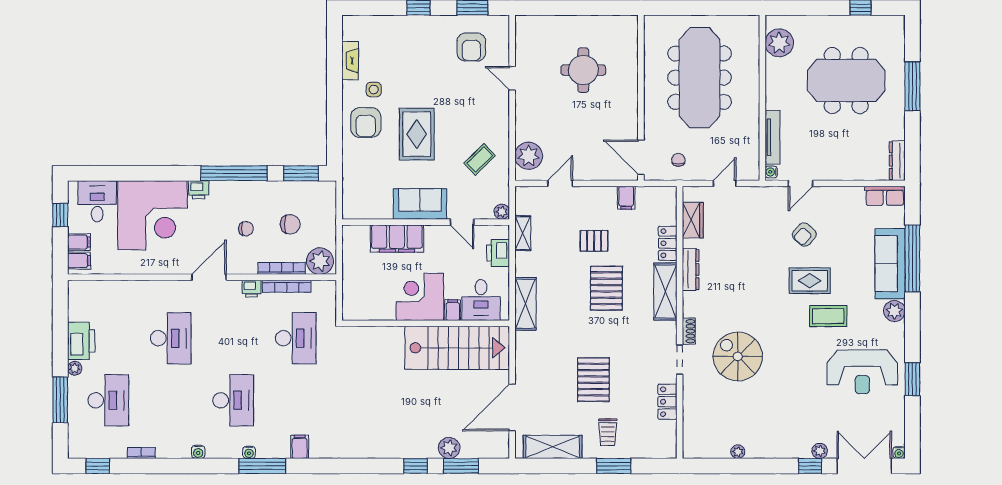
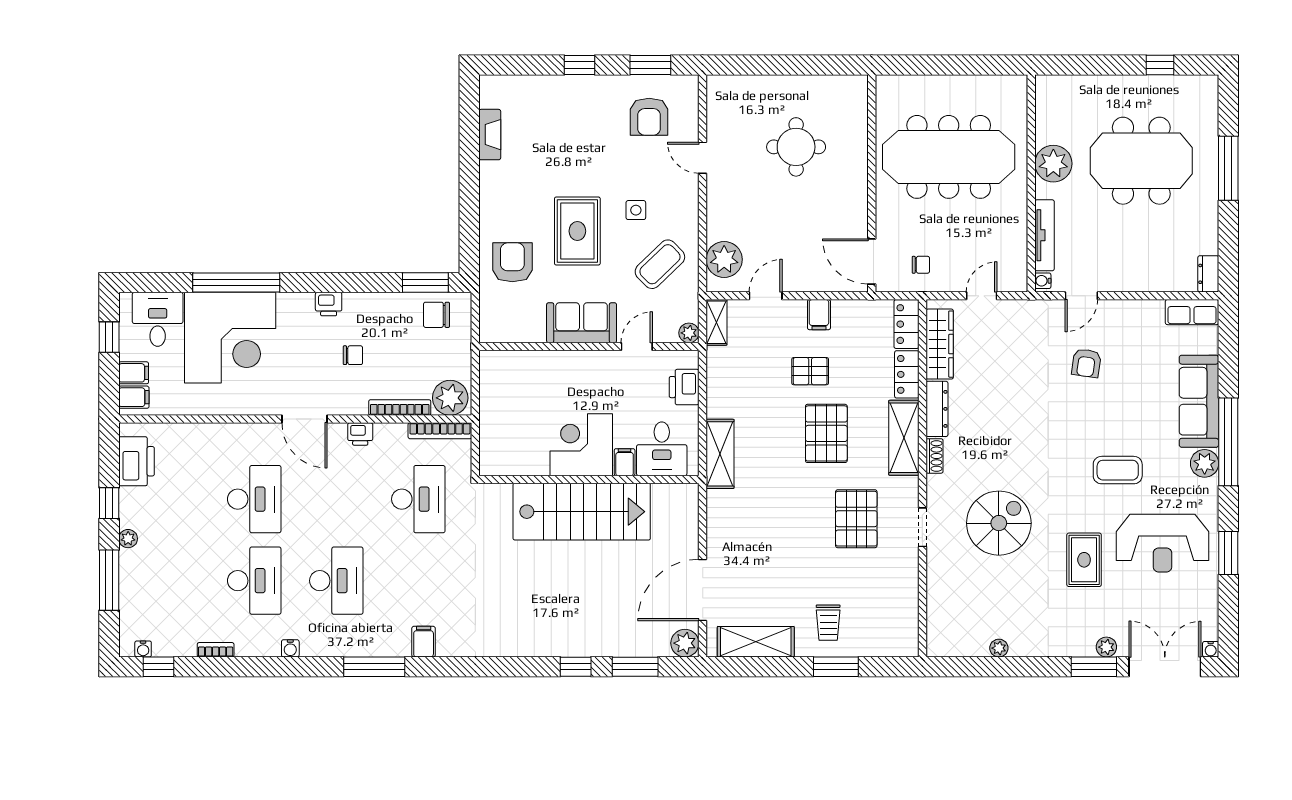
plant: (779, 43) -> (1053, 164), moved
meeting table: (700, 78) -> (949, 157), turned 90
side table: (374, 89) -> (636, 210), moved
armchair: (366, 122) -> (512, 262), moved, turned 180
coffee table: (480, 159) -> (660, 264), width x1.36, depth x1.30
chair: (678, 160) -> (921, 265), turned 90
dresser: (897, 161) -> (1208, 274), width x0.70
window: (234, 173) -> (236, 282), moved
printer: (199, 190) -> (329, 304), moved
filing cabinet: (626, 198) -> (819, 315), moved
wardrobe: (693, 220) -> (940, 344), width x1.50
door: (462, 222) -> (637, 347), swing flipped
chair: (290, 224) -> (436, 315), moved, turned 180
shelving: (523, 233) -> (716, 322), moved
armchair: (804, 235) -> (1086, 363), turned -34
filing cabinet: (397, 239) -> (551, 368), removed
window: (912, 258) -> (1228, 442), moved
door: (209, 277) -> (304, 419), swing flipped
rug: (810, 281) -> (1084, 560), moved, turned 90
bookcase: (287, 286) -> (440, 431), moved
shoe rack: (689, 331) -> (935, 456), moved
window: (60, 341) -> (109, 503), added
printer: (81, 341) -> (137, 461), moved
stairs: (457, 348) -> (582, 512), moved
spiral stairs: (738, 356) -> (999, 523), turned 90
pallet: (593, 380) -> (856, 519), moved
desk: (108, 400) -> (254, 581), moved
locker: (667, 402) -> (906, 324), moved
plant: (449, 448) -> (685, 643), moved
water cooler: (249, 452) -> (143, 649), moved
window: (810, 466) -> (1094, 667), width x1.50

